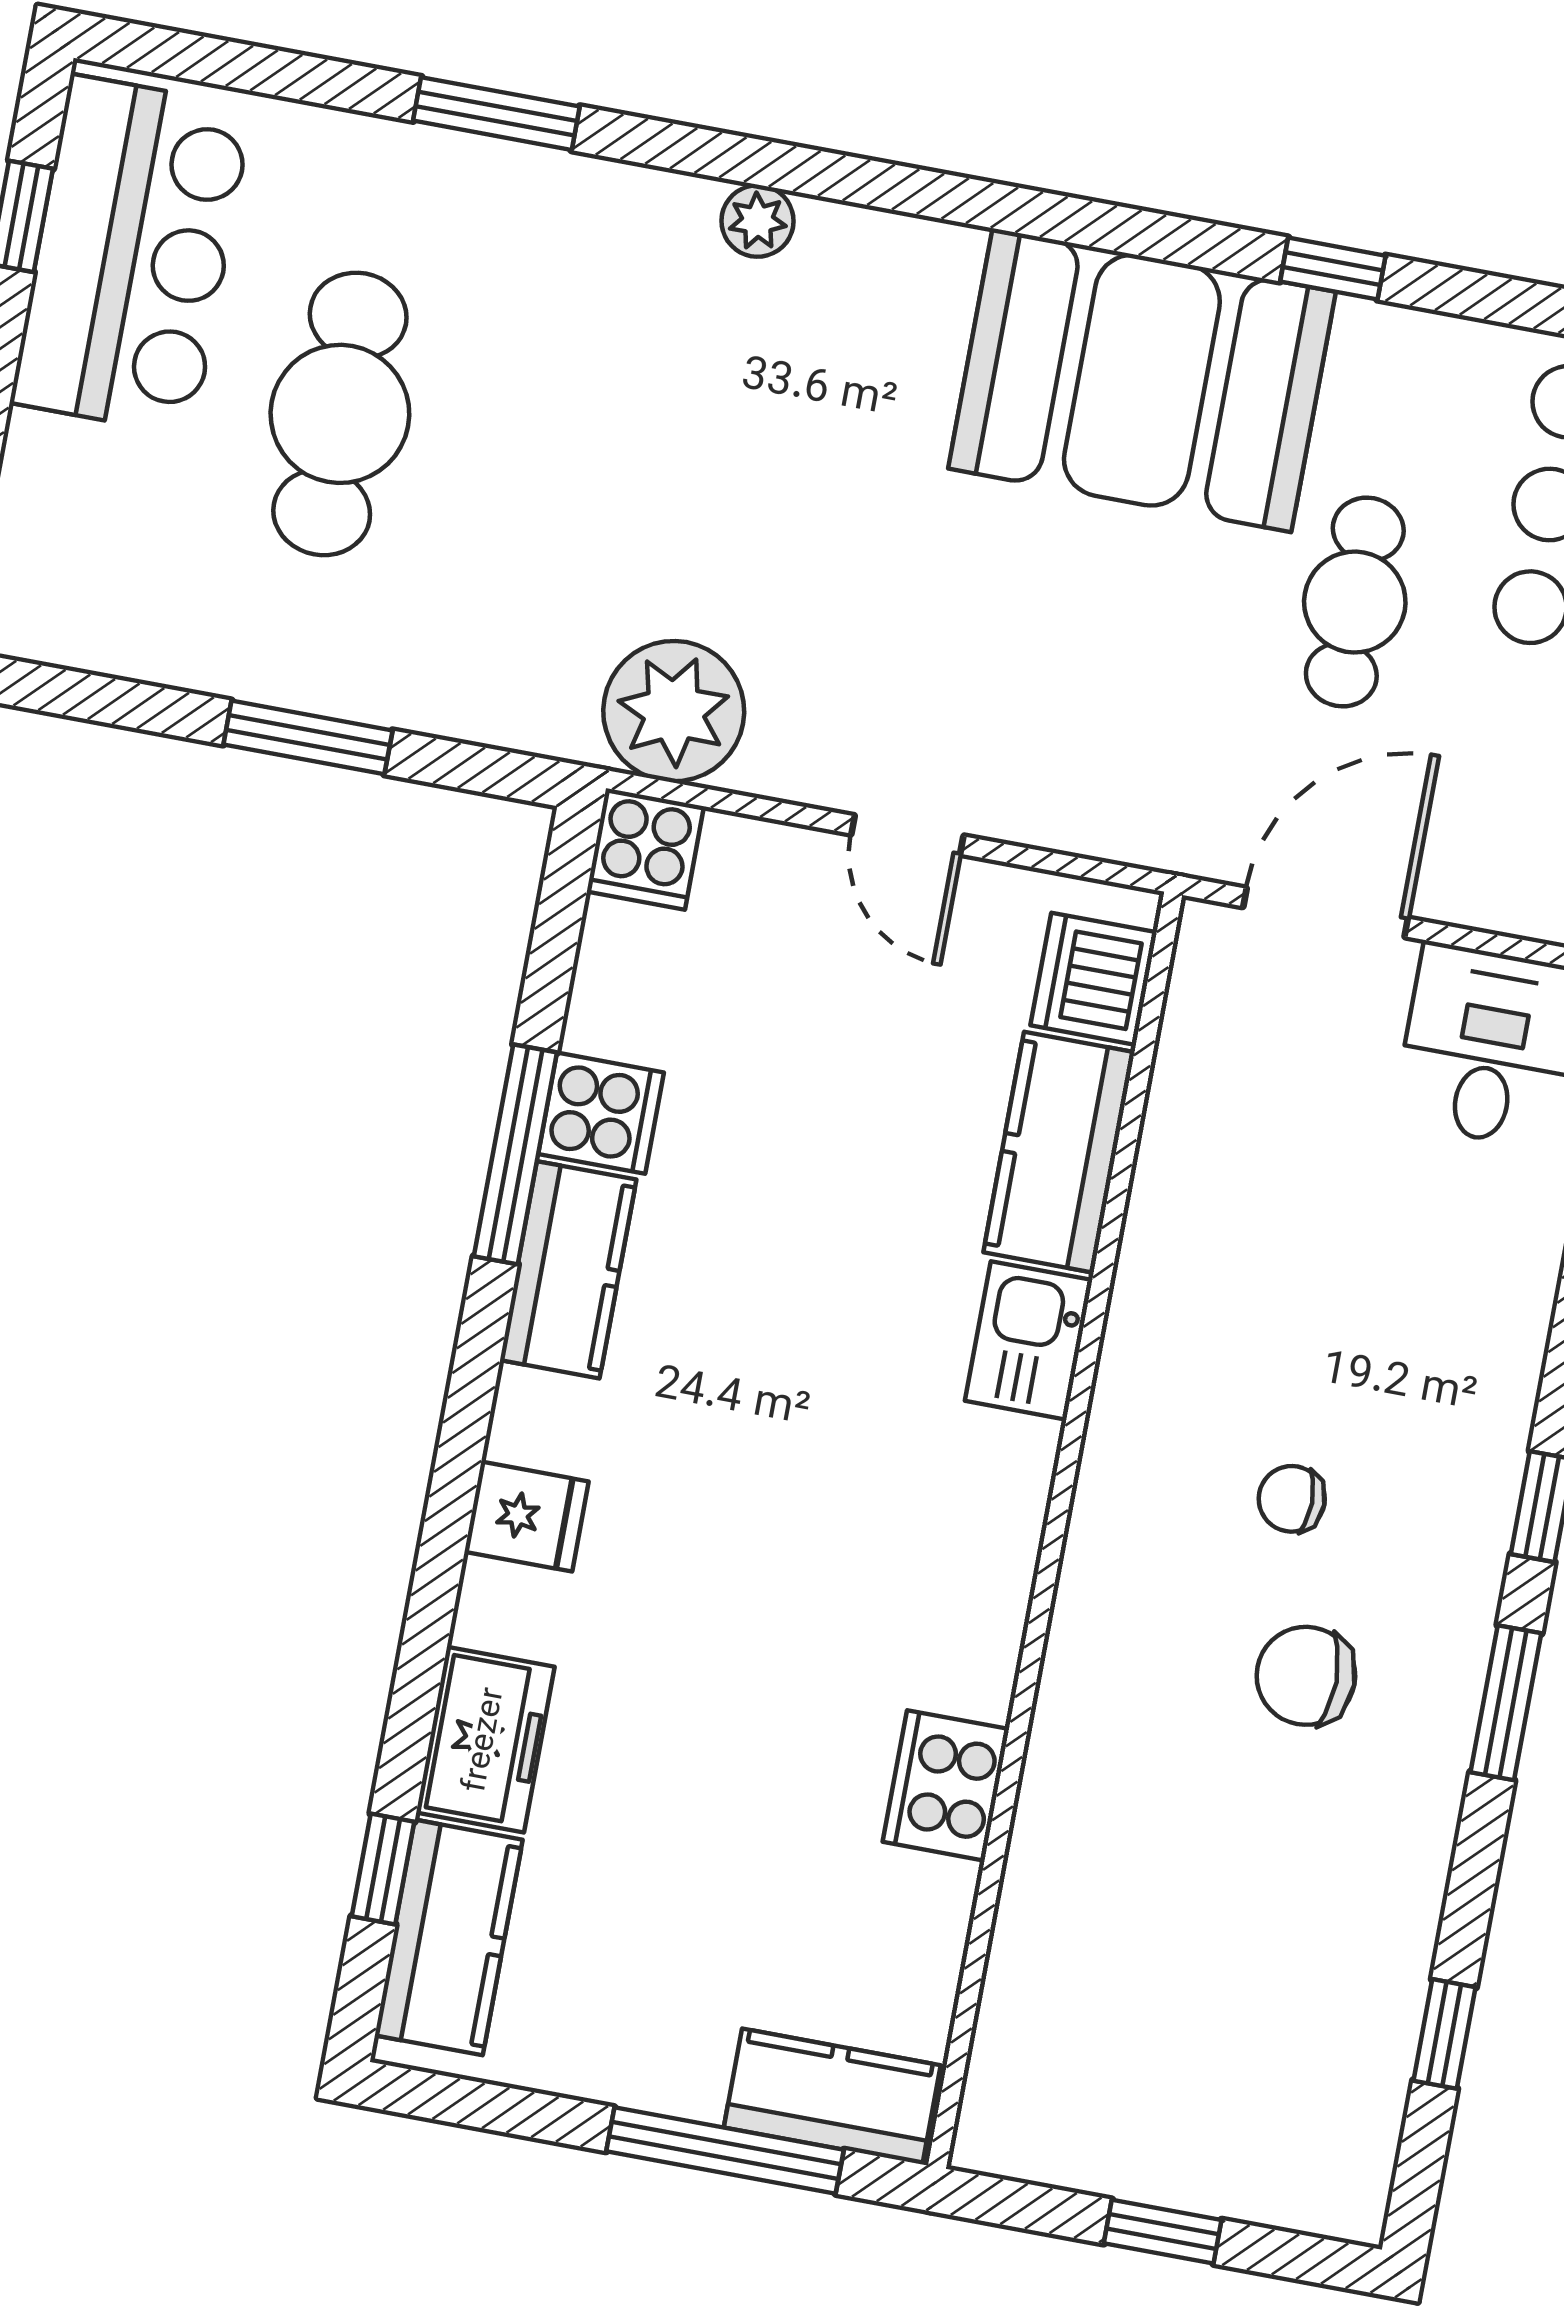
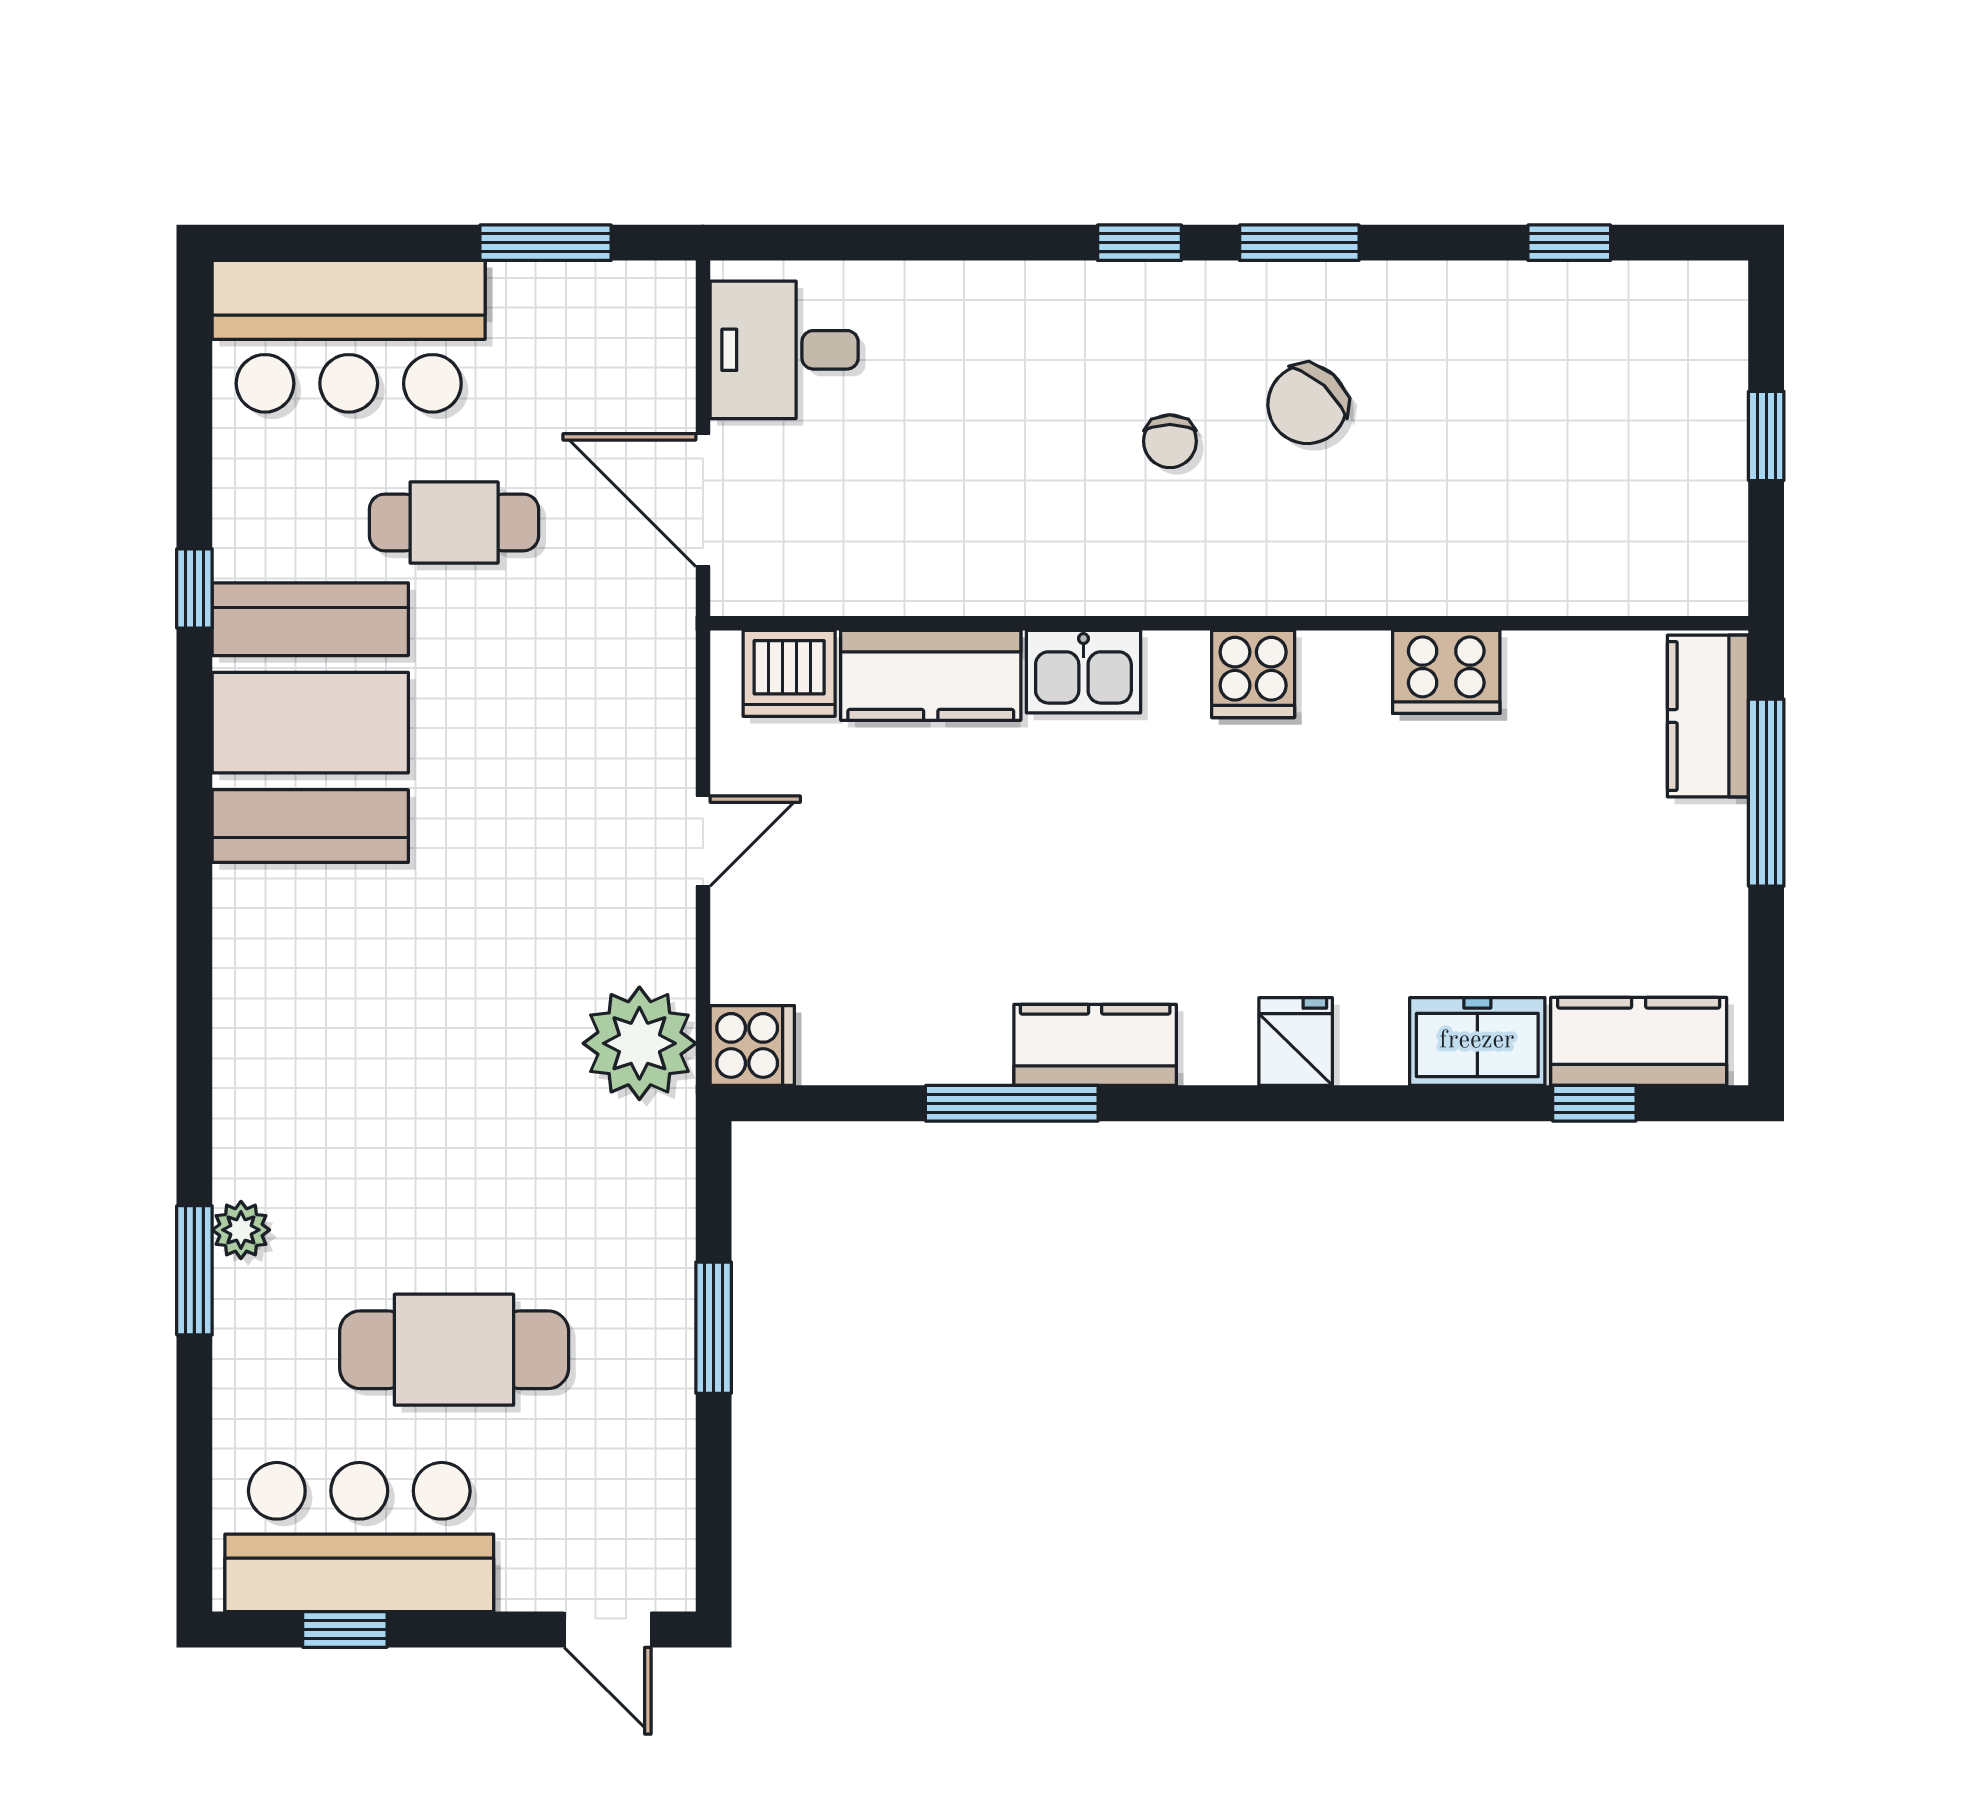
plant: (758, 221) -> (241, 1230), moved
cooker: (601, 1113) -> (1253, 674), moved, turned 180
chair: (1306, 1676) -> (1307, 404), turned 42

